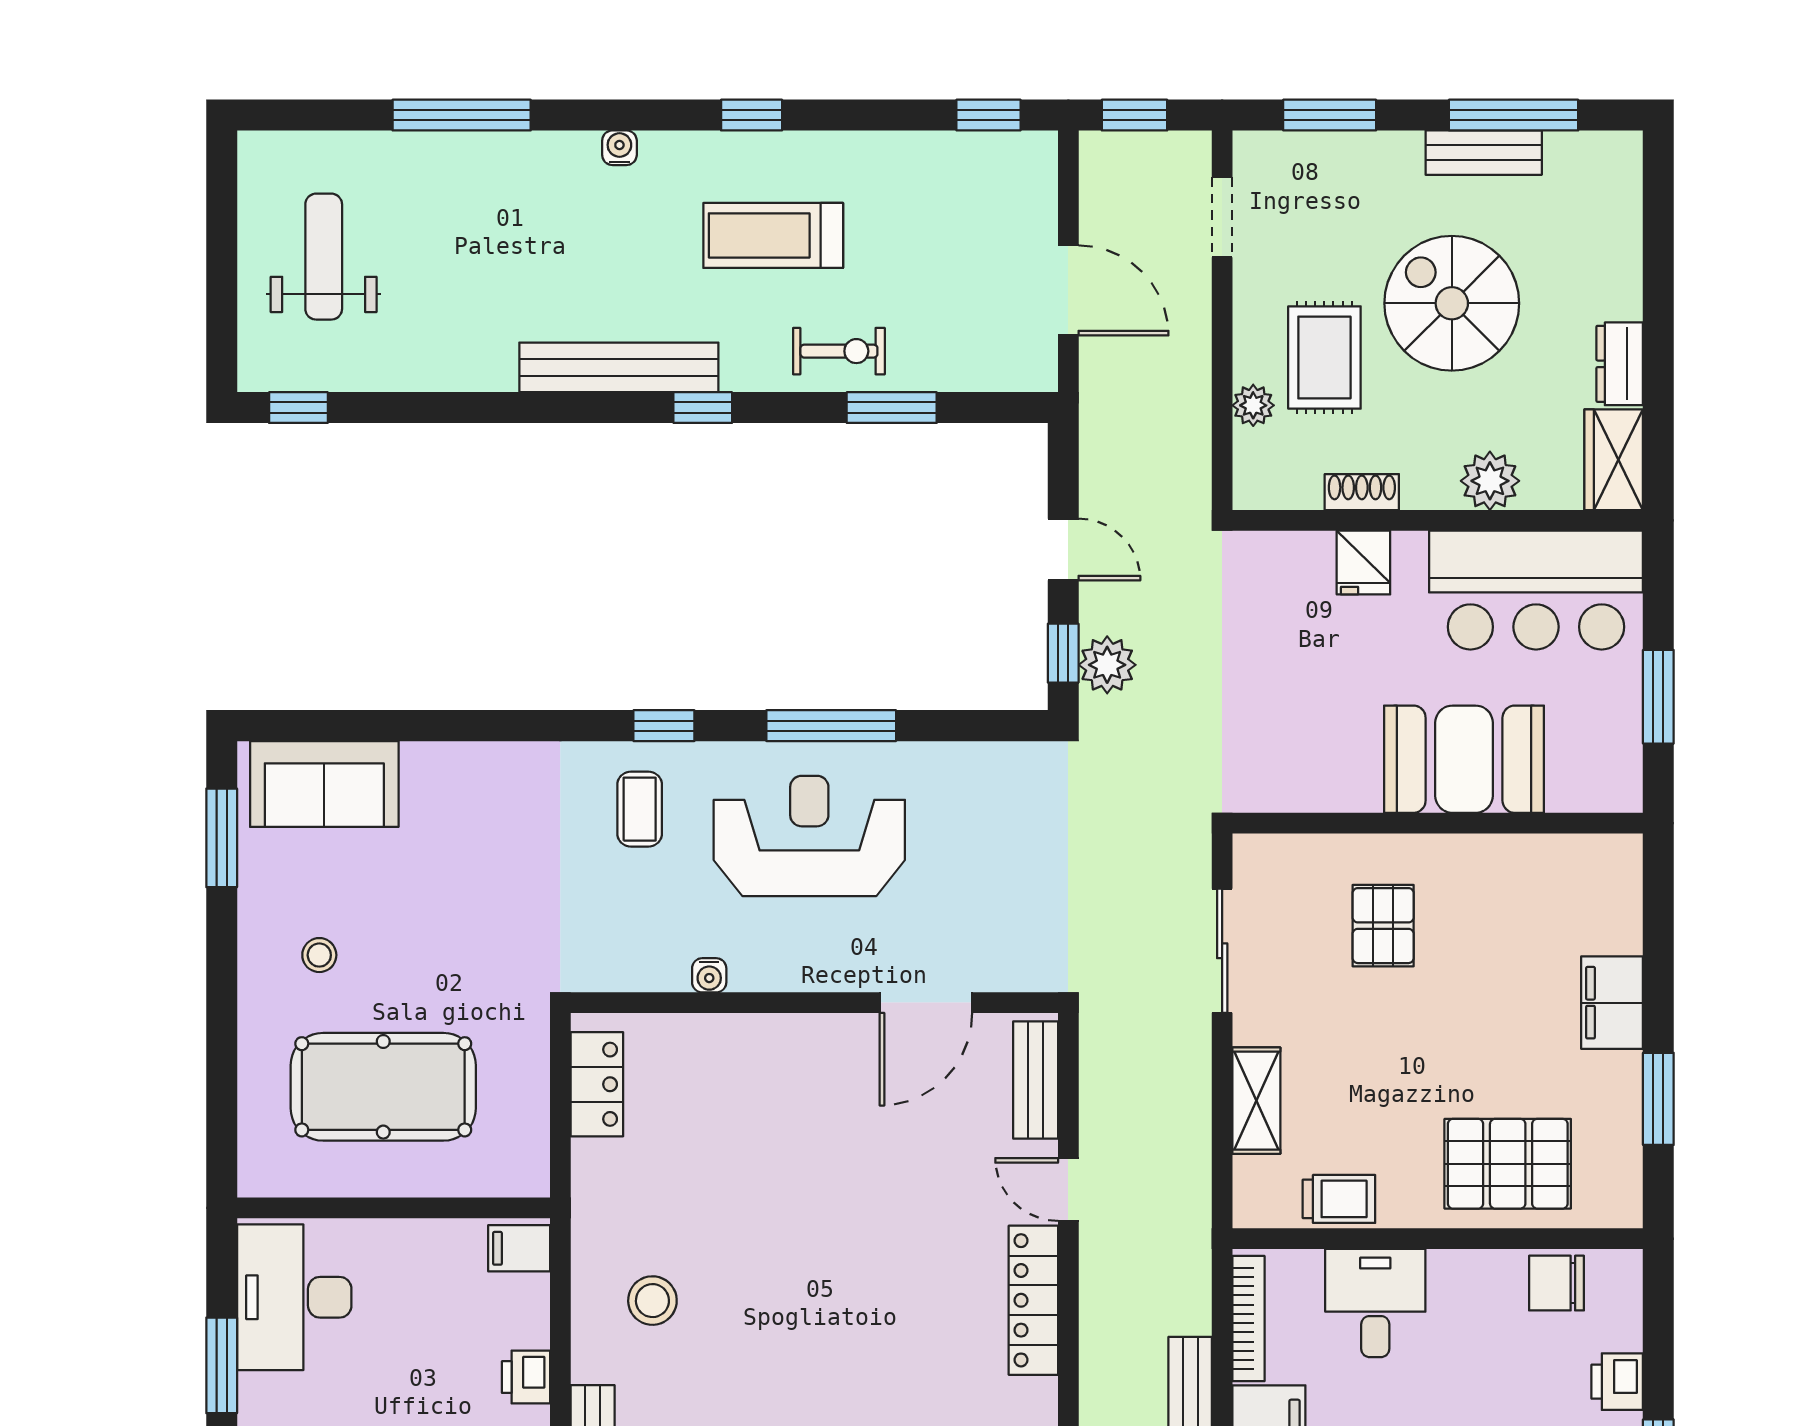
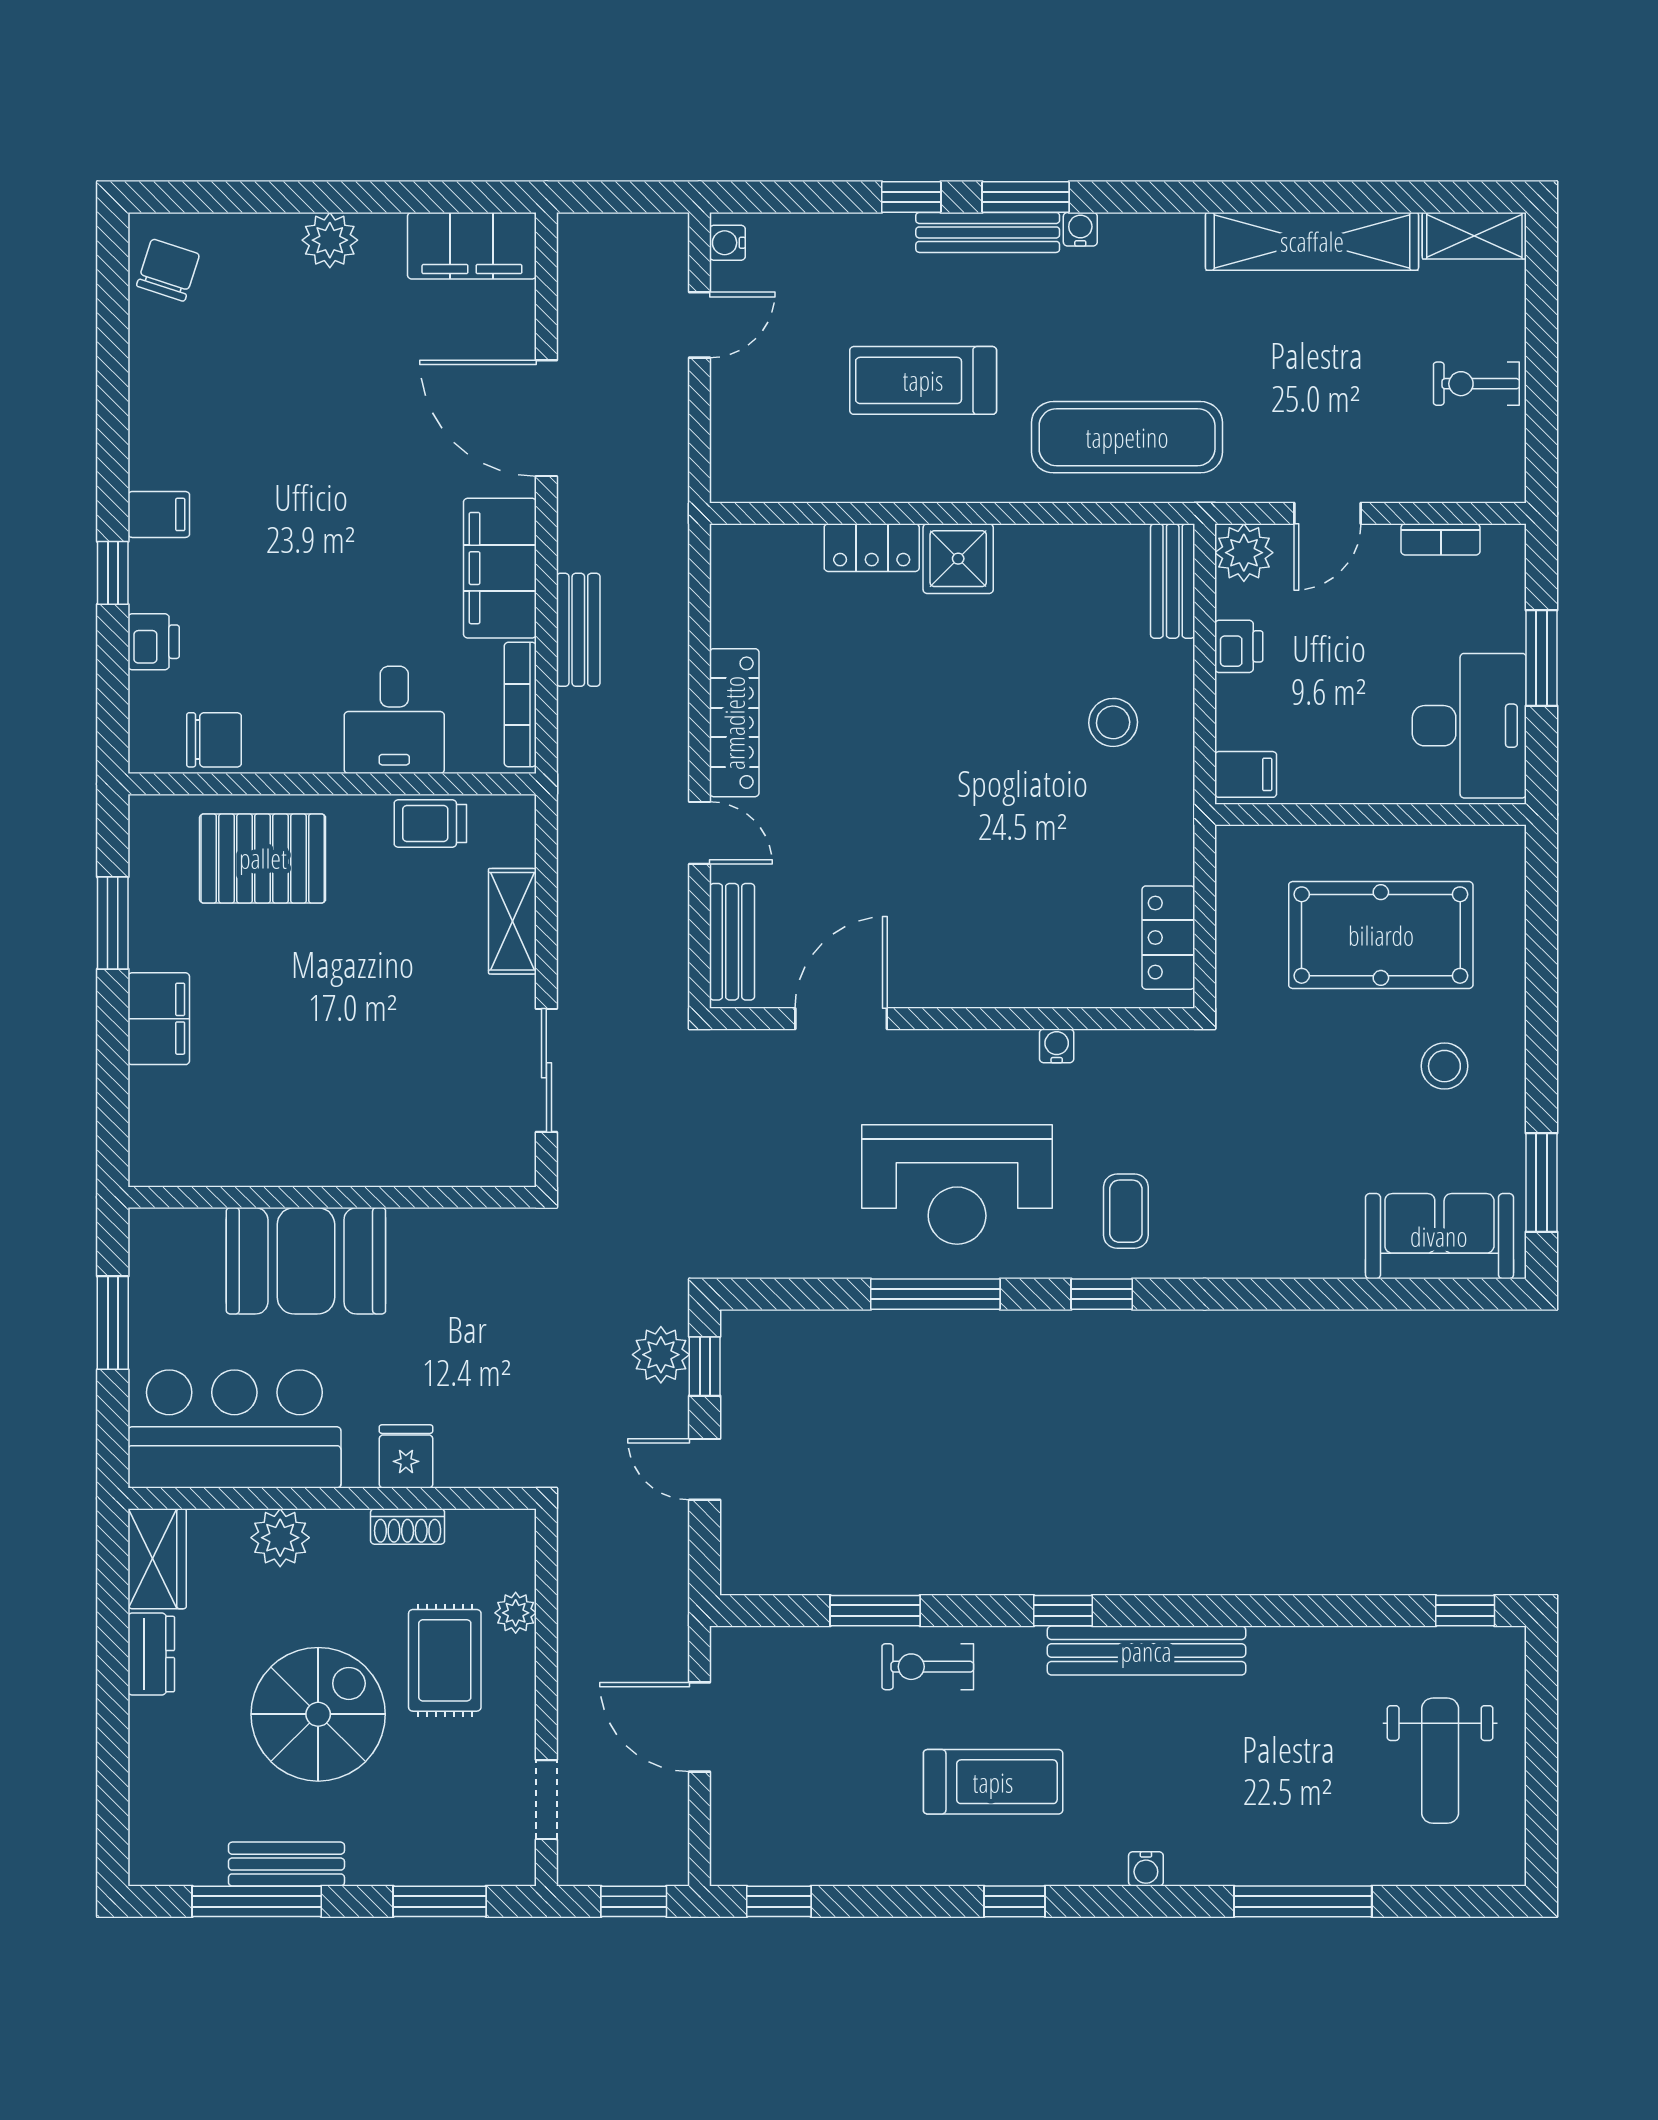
spiral stairs: (1452, 303) -> (318, 1714), turned -90
pallet: (1383, 926) -> (386, 1095), removed
stool: (319, 955) -> (1444, 1066), width x1.37, depth x1.37

